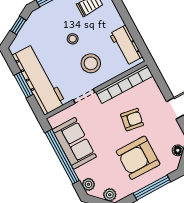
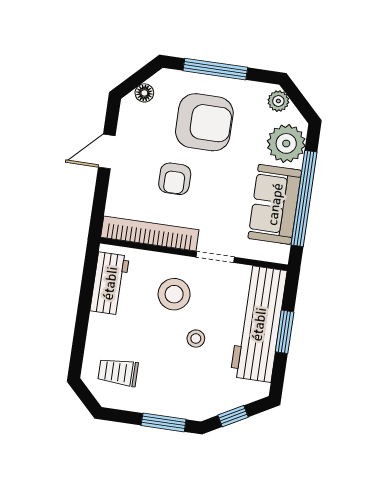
stool: (73, 39) -> (196, 339), moved
armchair: (132, 120) -> (175, 179), turned -99
plant: (88, 184) -> (286, 143), width x1.87, depth x1.87

